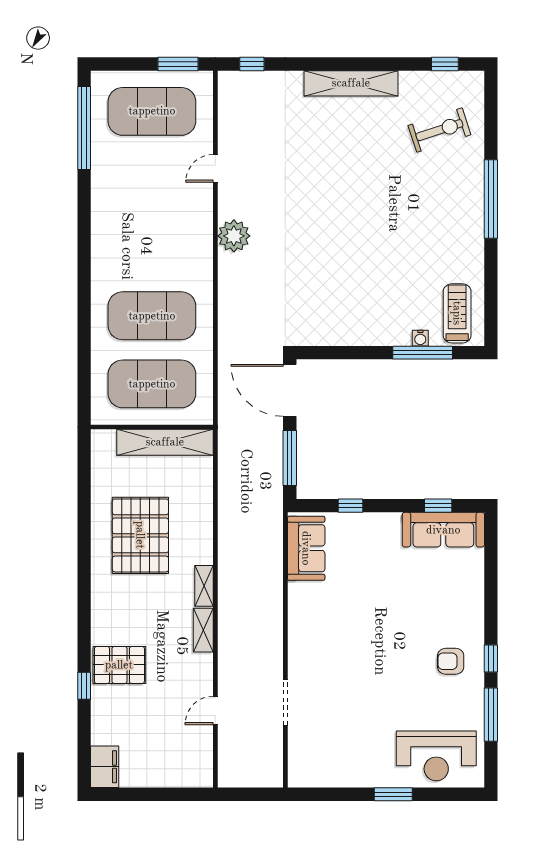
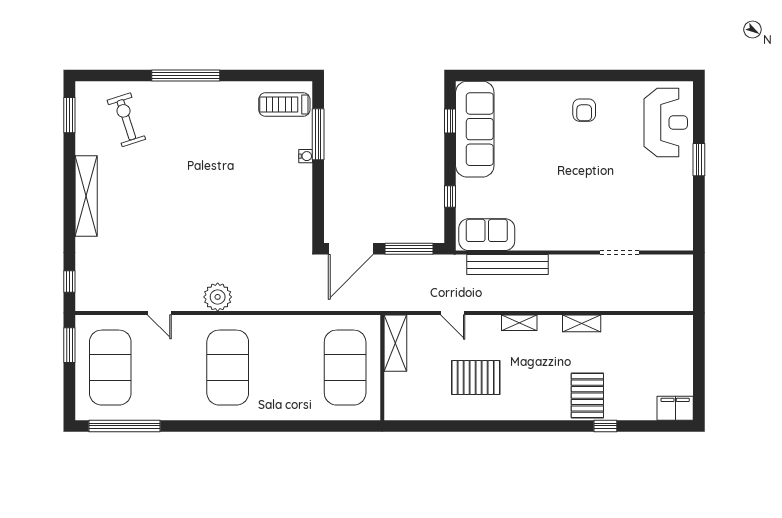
window: (445, 64) -> (69, 115), width x1.50
exercise mat: (152, 316) -> (228, 368), moved
water cooler: (420, 338) -> (306, 156), moved
shelving: (165, 442) -> (395, 343), width x0.68
sofa: (443, 530) -> (475, 129), width x1.36, depth x1.27
pallet: (140, 535) -> (476, 378), width x0.73, depth x0.71
bench: (271, 572) -> (508, 265), added
shelving: (203, 630) -> (582, 323), moved
window: (491, 658) -> (582, 75), removed
door: (215, 710) -> (453, 313), moved
window: (491, 715) -> (630, 75), removed

